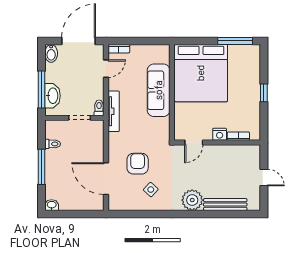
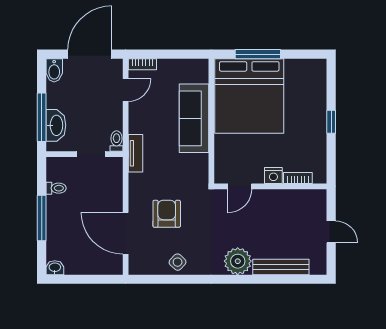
window: (235, 41) -> (258, 54), moved
tv unit: (114, 111) -> (135, 153), width x0.71
side table: (151, 190) -> (178, 262), moved

